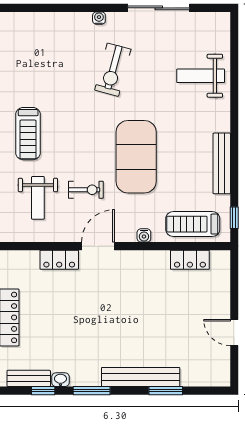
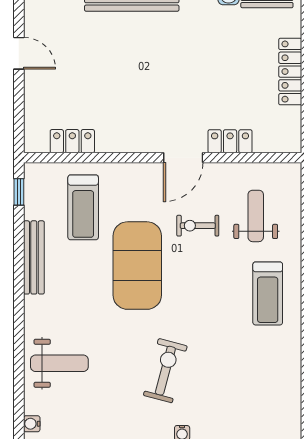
treadmill: (28, 134) -> (268, 293), turned 180
treadmill: (193, 224) -> (83, 207), moved, turned 90
water cooler: (144, 235) -> (32, 424), moved, turned -90

